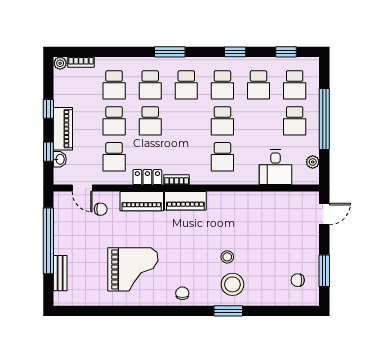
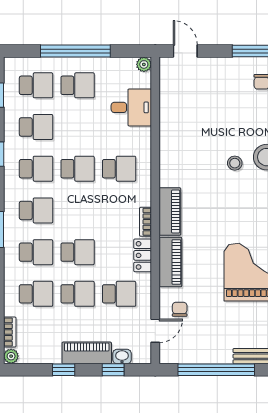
plant: (313, 162) -> (144, 64), moved

